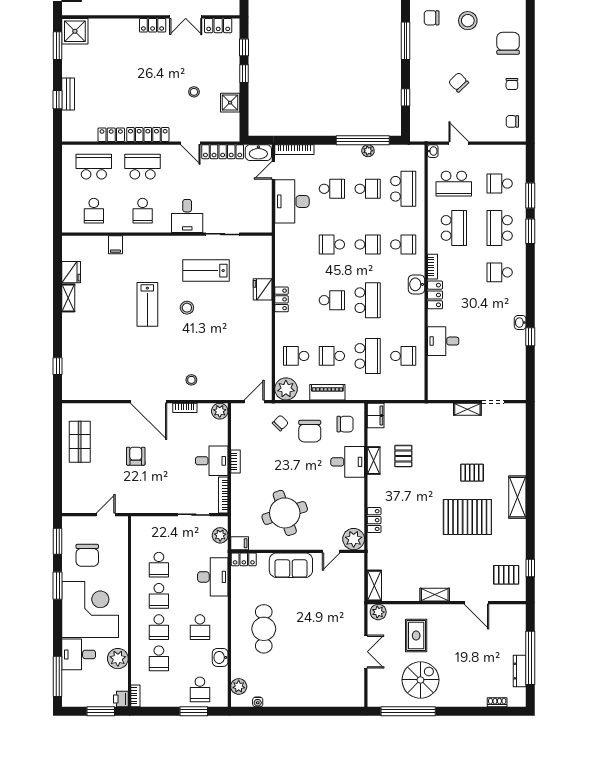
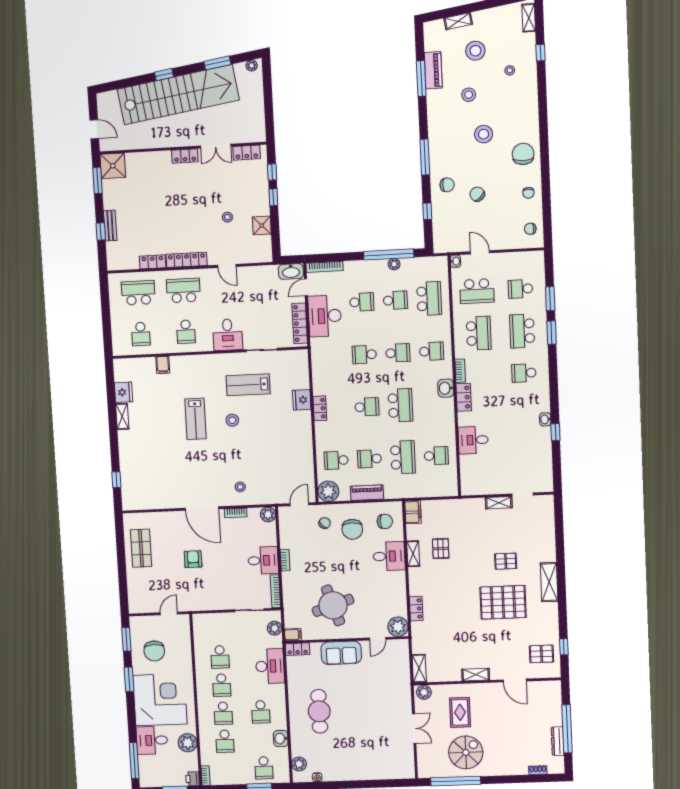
chair: (432, 18) -> (447, 185), moved, turned 180
locker: (223, 152) -> (300, 323), moved, turned 90

